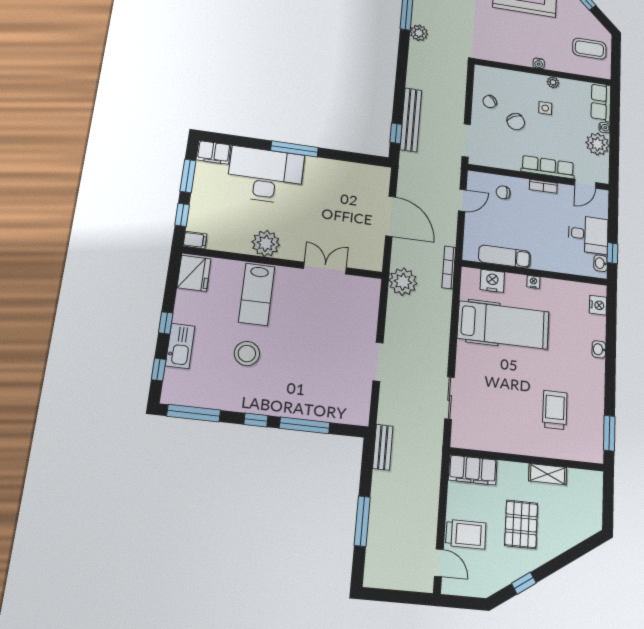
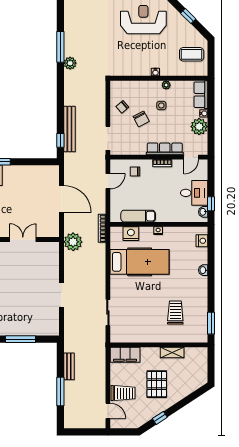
bench: (383, 447) -> (69, 366), moved

